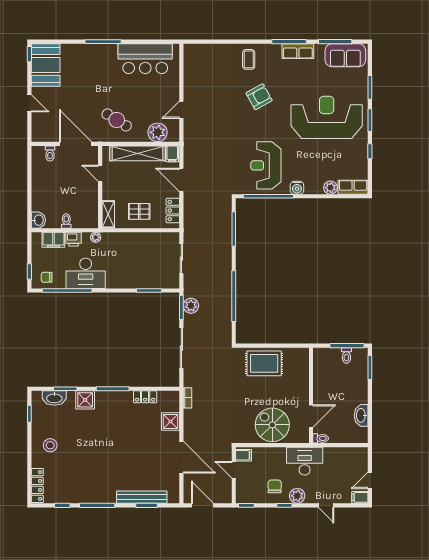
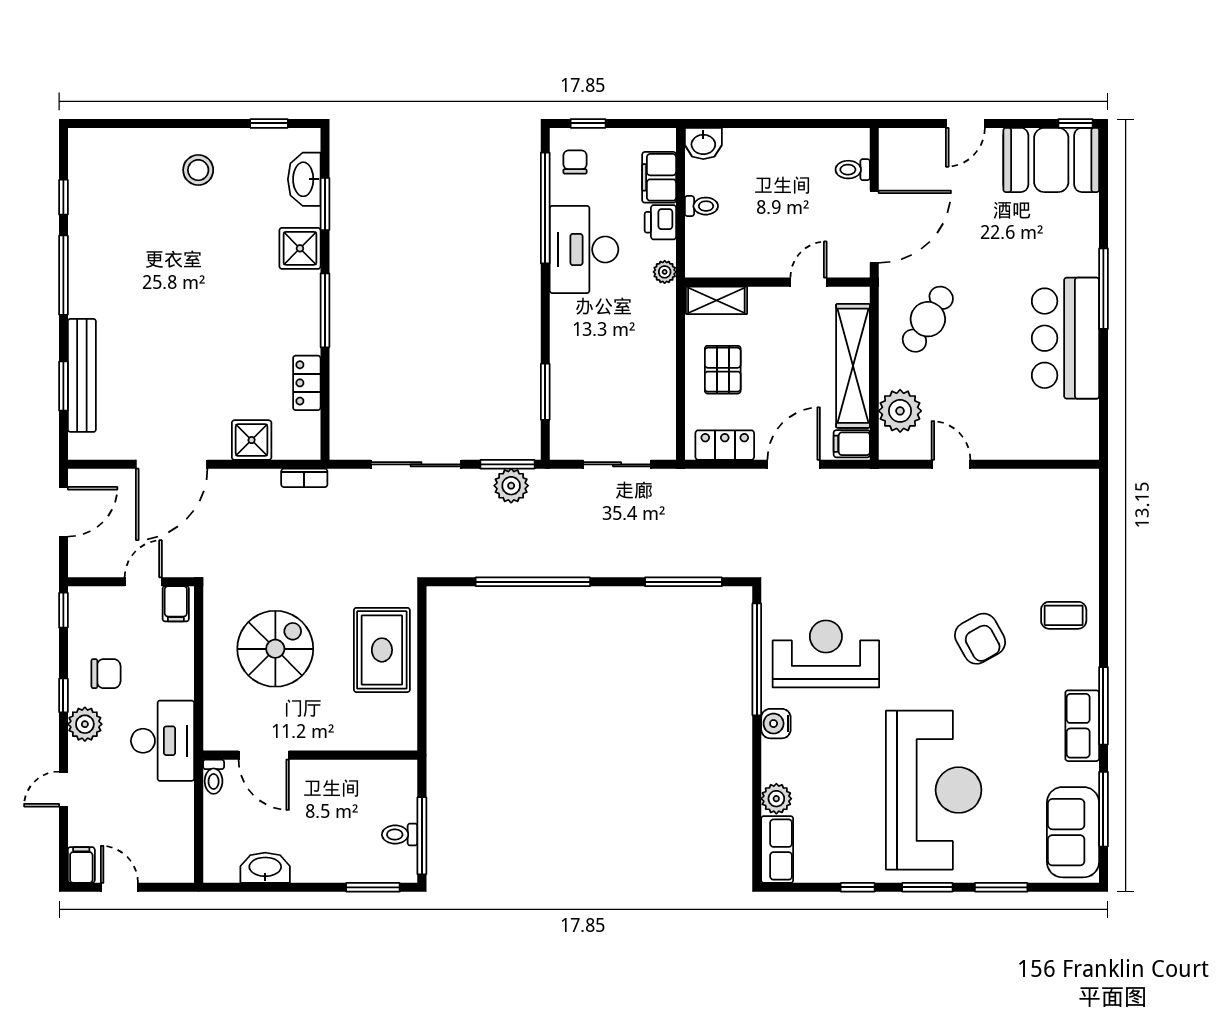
bar counter: (145, 59) -> (1065, 338), moved
spiral stairs: (272, 425) -> (275, 649), moved
locker: (37, 485) -> (108, 141), removed

